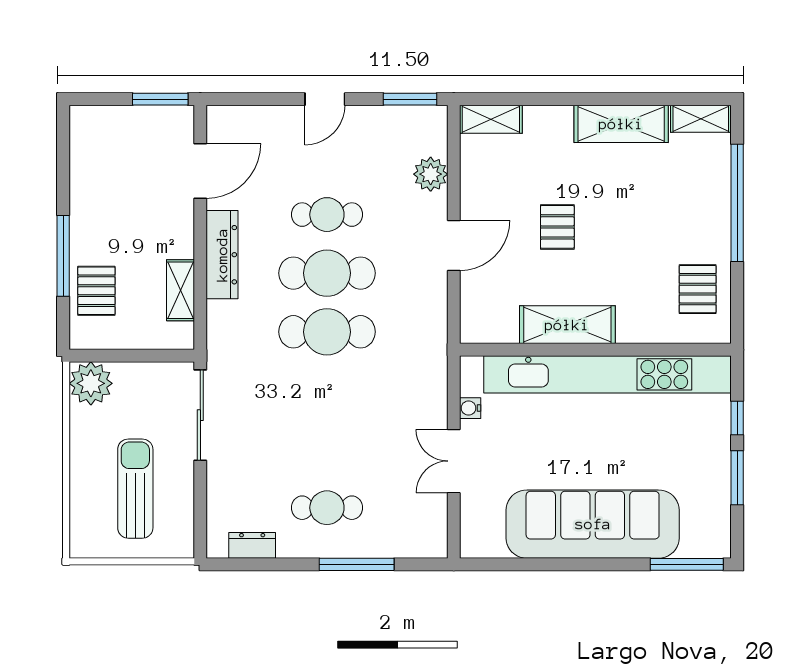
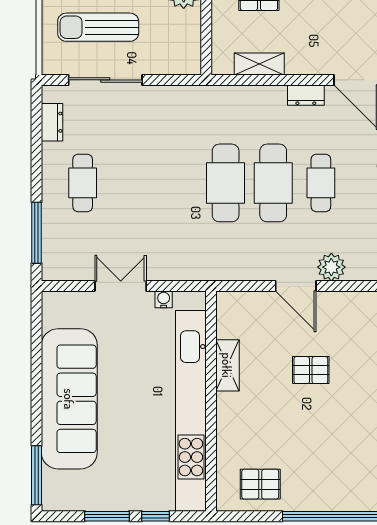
plant: (431, 174) -> (331, 267), moved
dresser: (222, 255) -> (306, 95), width x0.51, depth x0.80
shelving: (567, 325) -> (227, 365), width x0.67, depth x0.75
sliding door: (200, 415) -> (105, 80), moved
sun lounger: (135, 489) -> (98, 27), turned 180
window: (357, 564) -> (37, 233), moved

